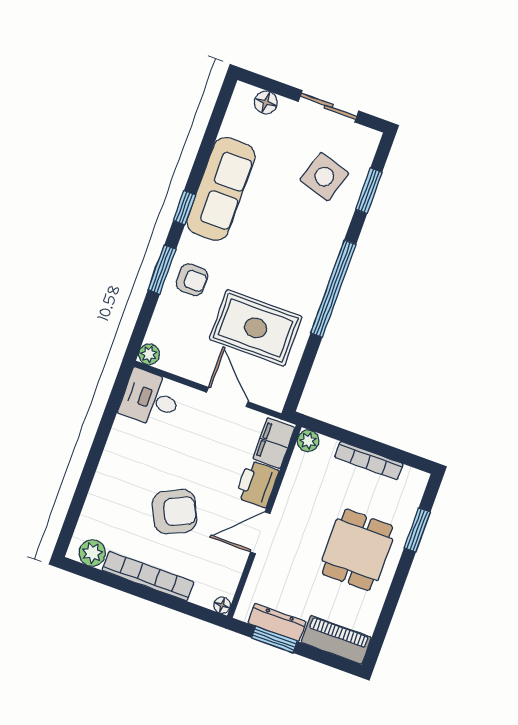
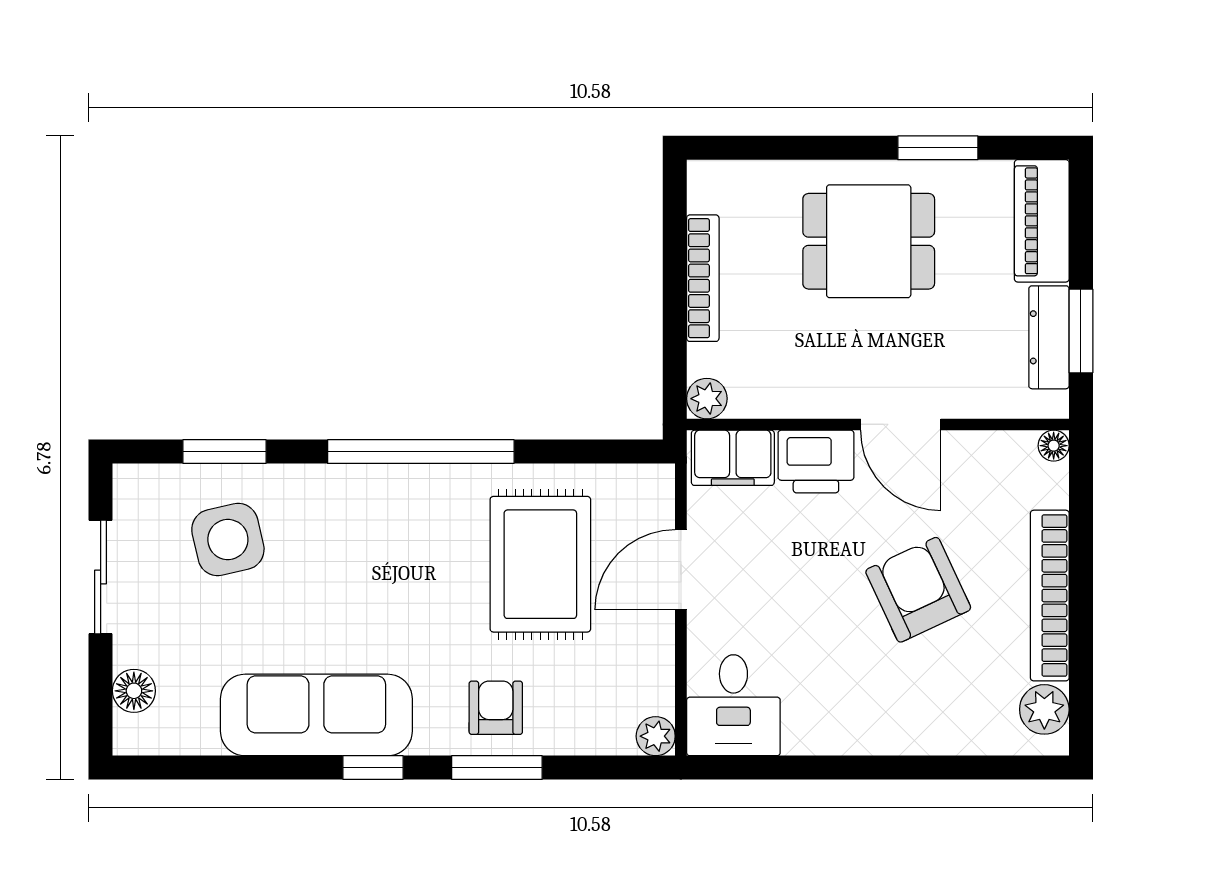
side table: (324, 177) -> (228, 540), turned -30
window: (417, 530) -> (938, 148), moved

